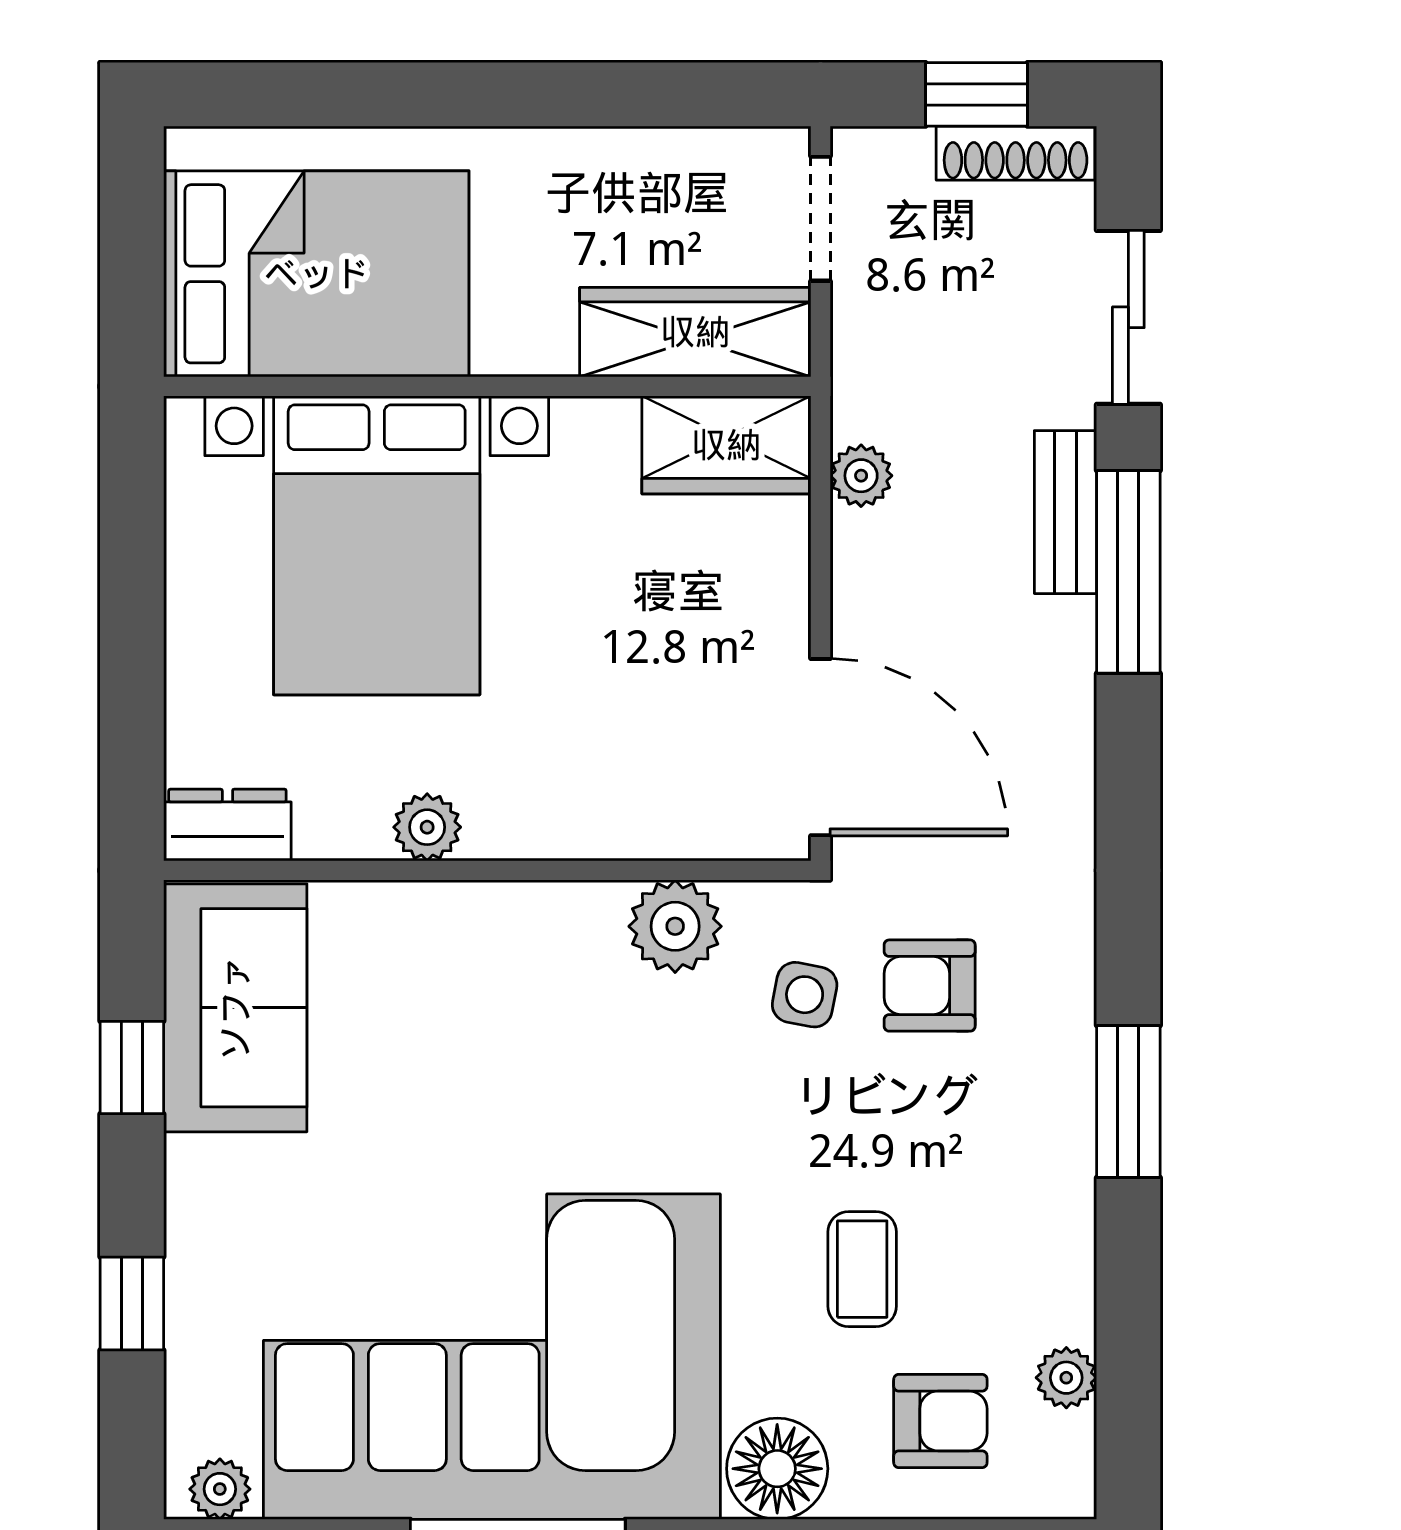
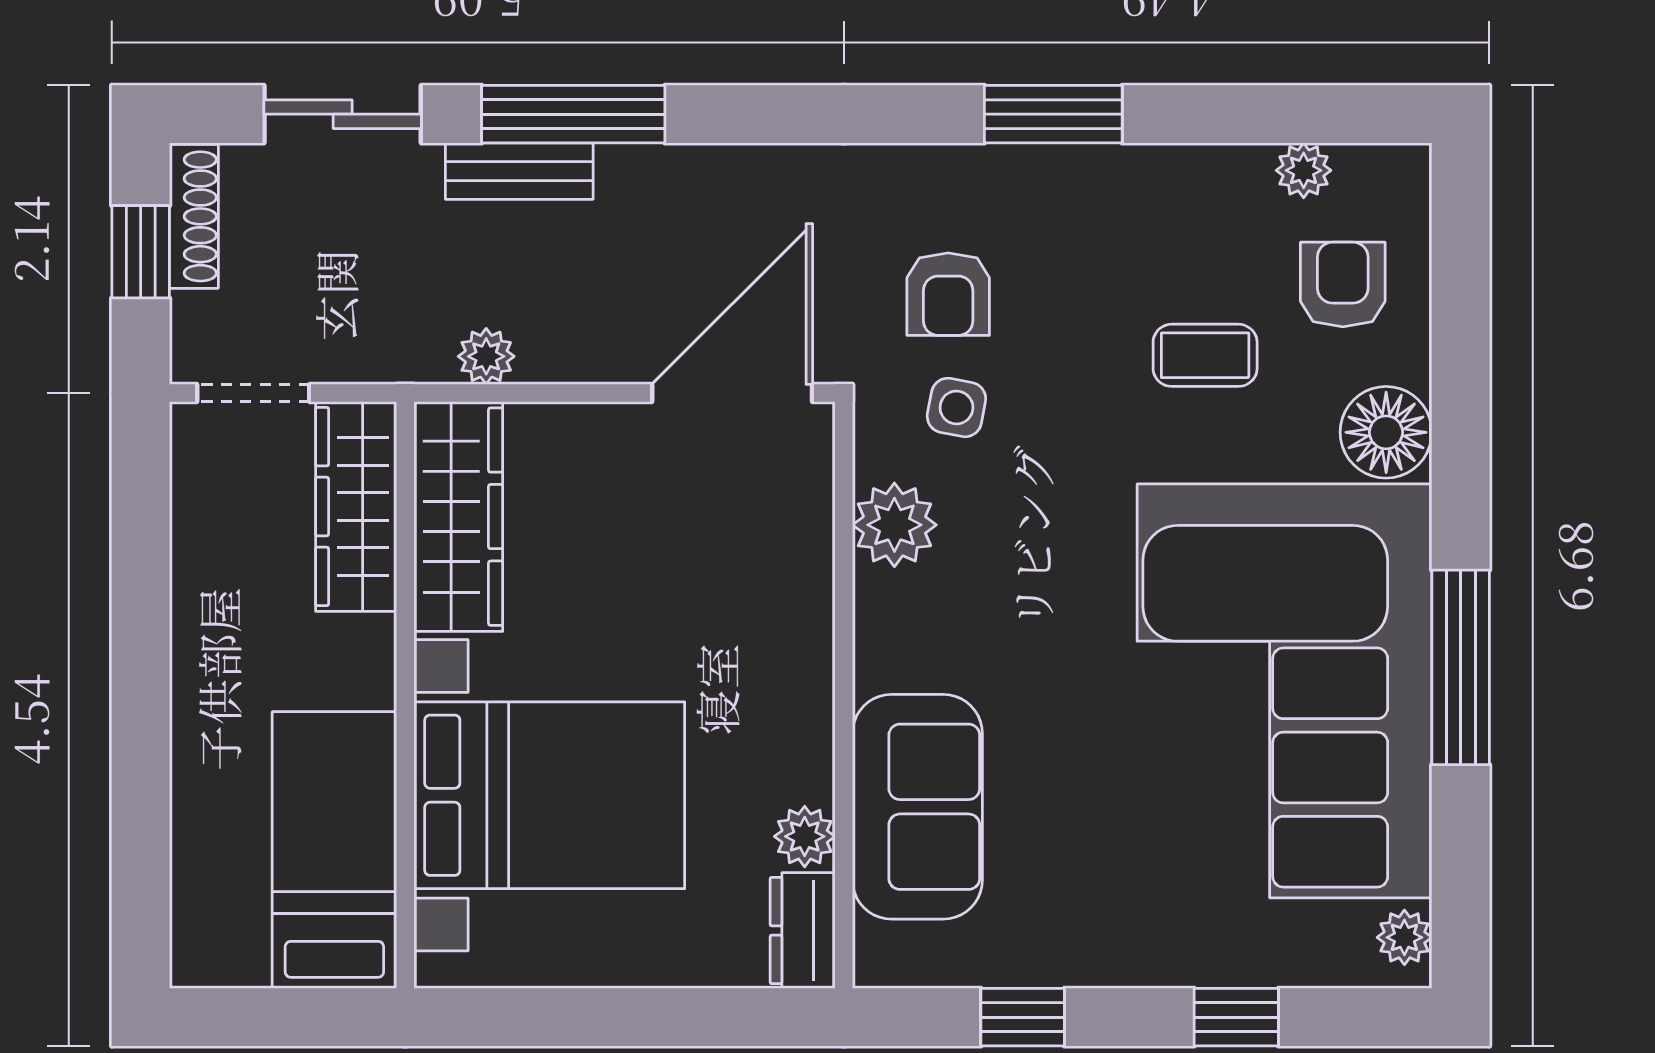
bed: (316, 274) -> (334, 850), width x0.67
wardrobe: (726, 445) -> (458, 517), width x1.50
plant: (427, 827) -> (805, 836), moved
sofa: (235, 1008) -> (917, 807), moved, turned 90

